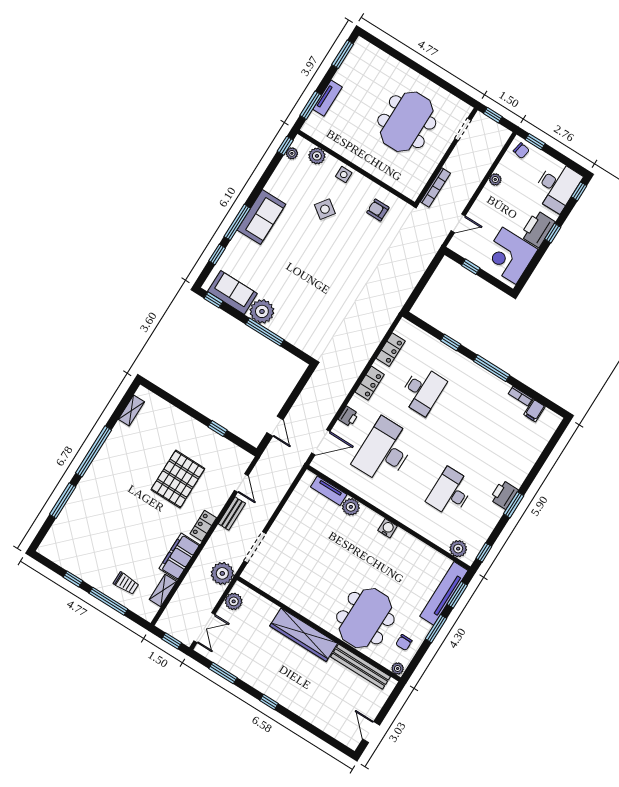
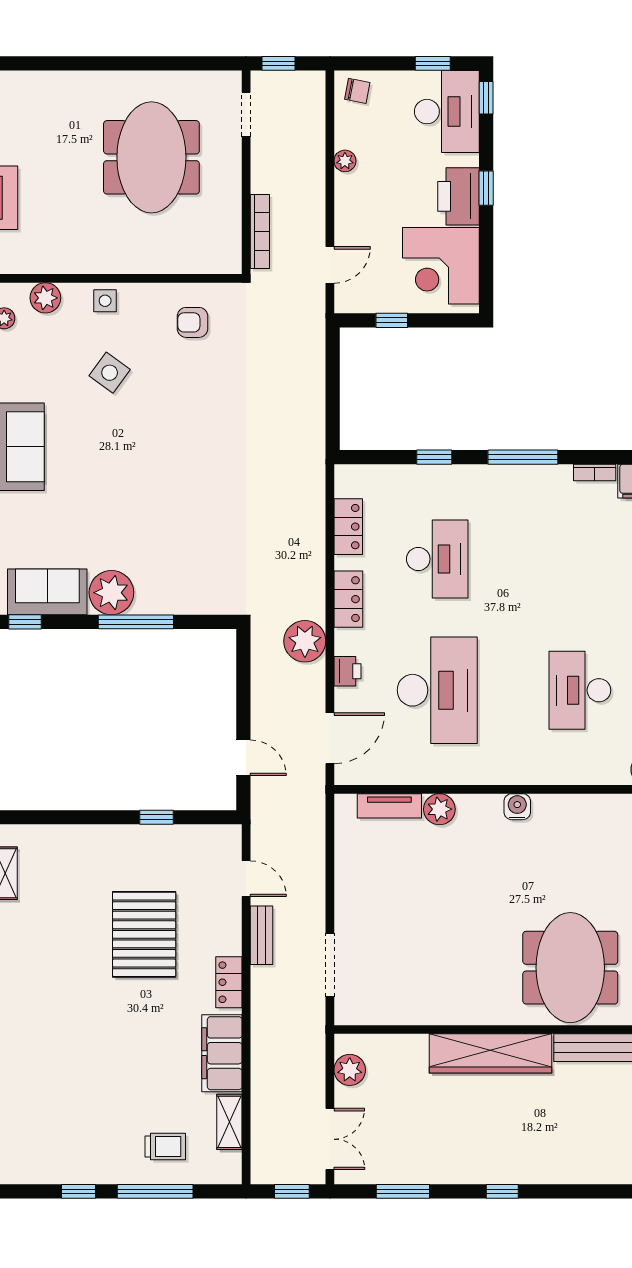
window: (535, 142) -> (433, 63), moved
desk: (384, 451) -> (437, 690), turned 180
plant: (222, 573) -> (305, 641), moved

